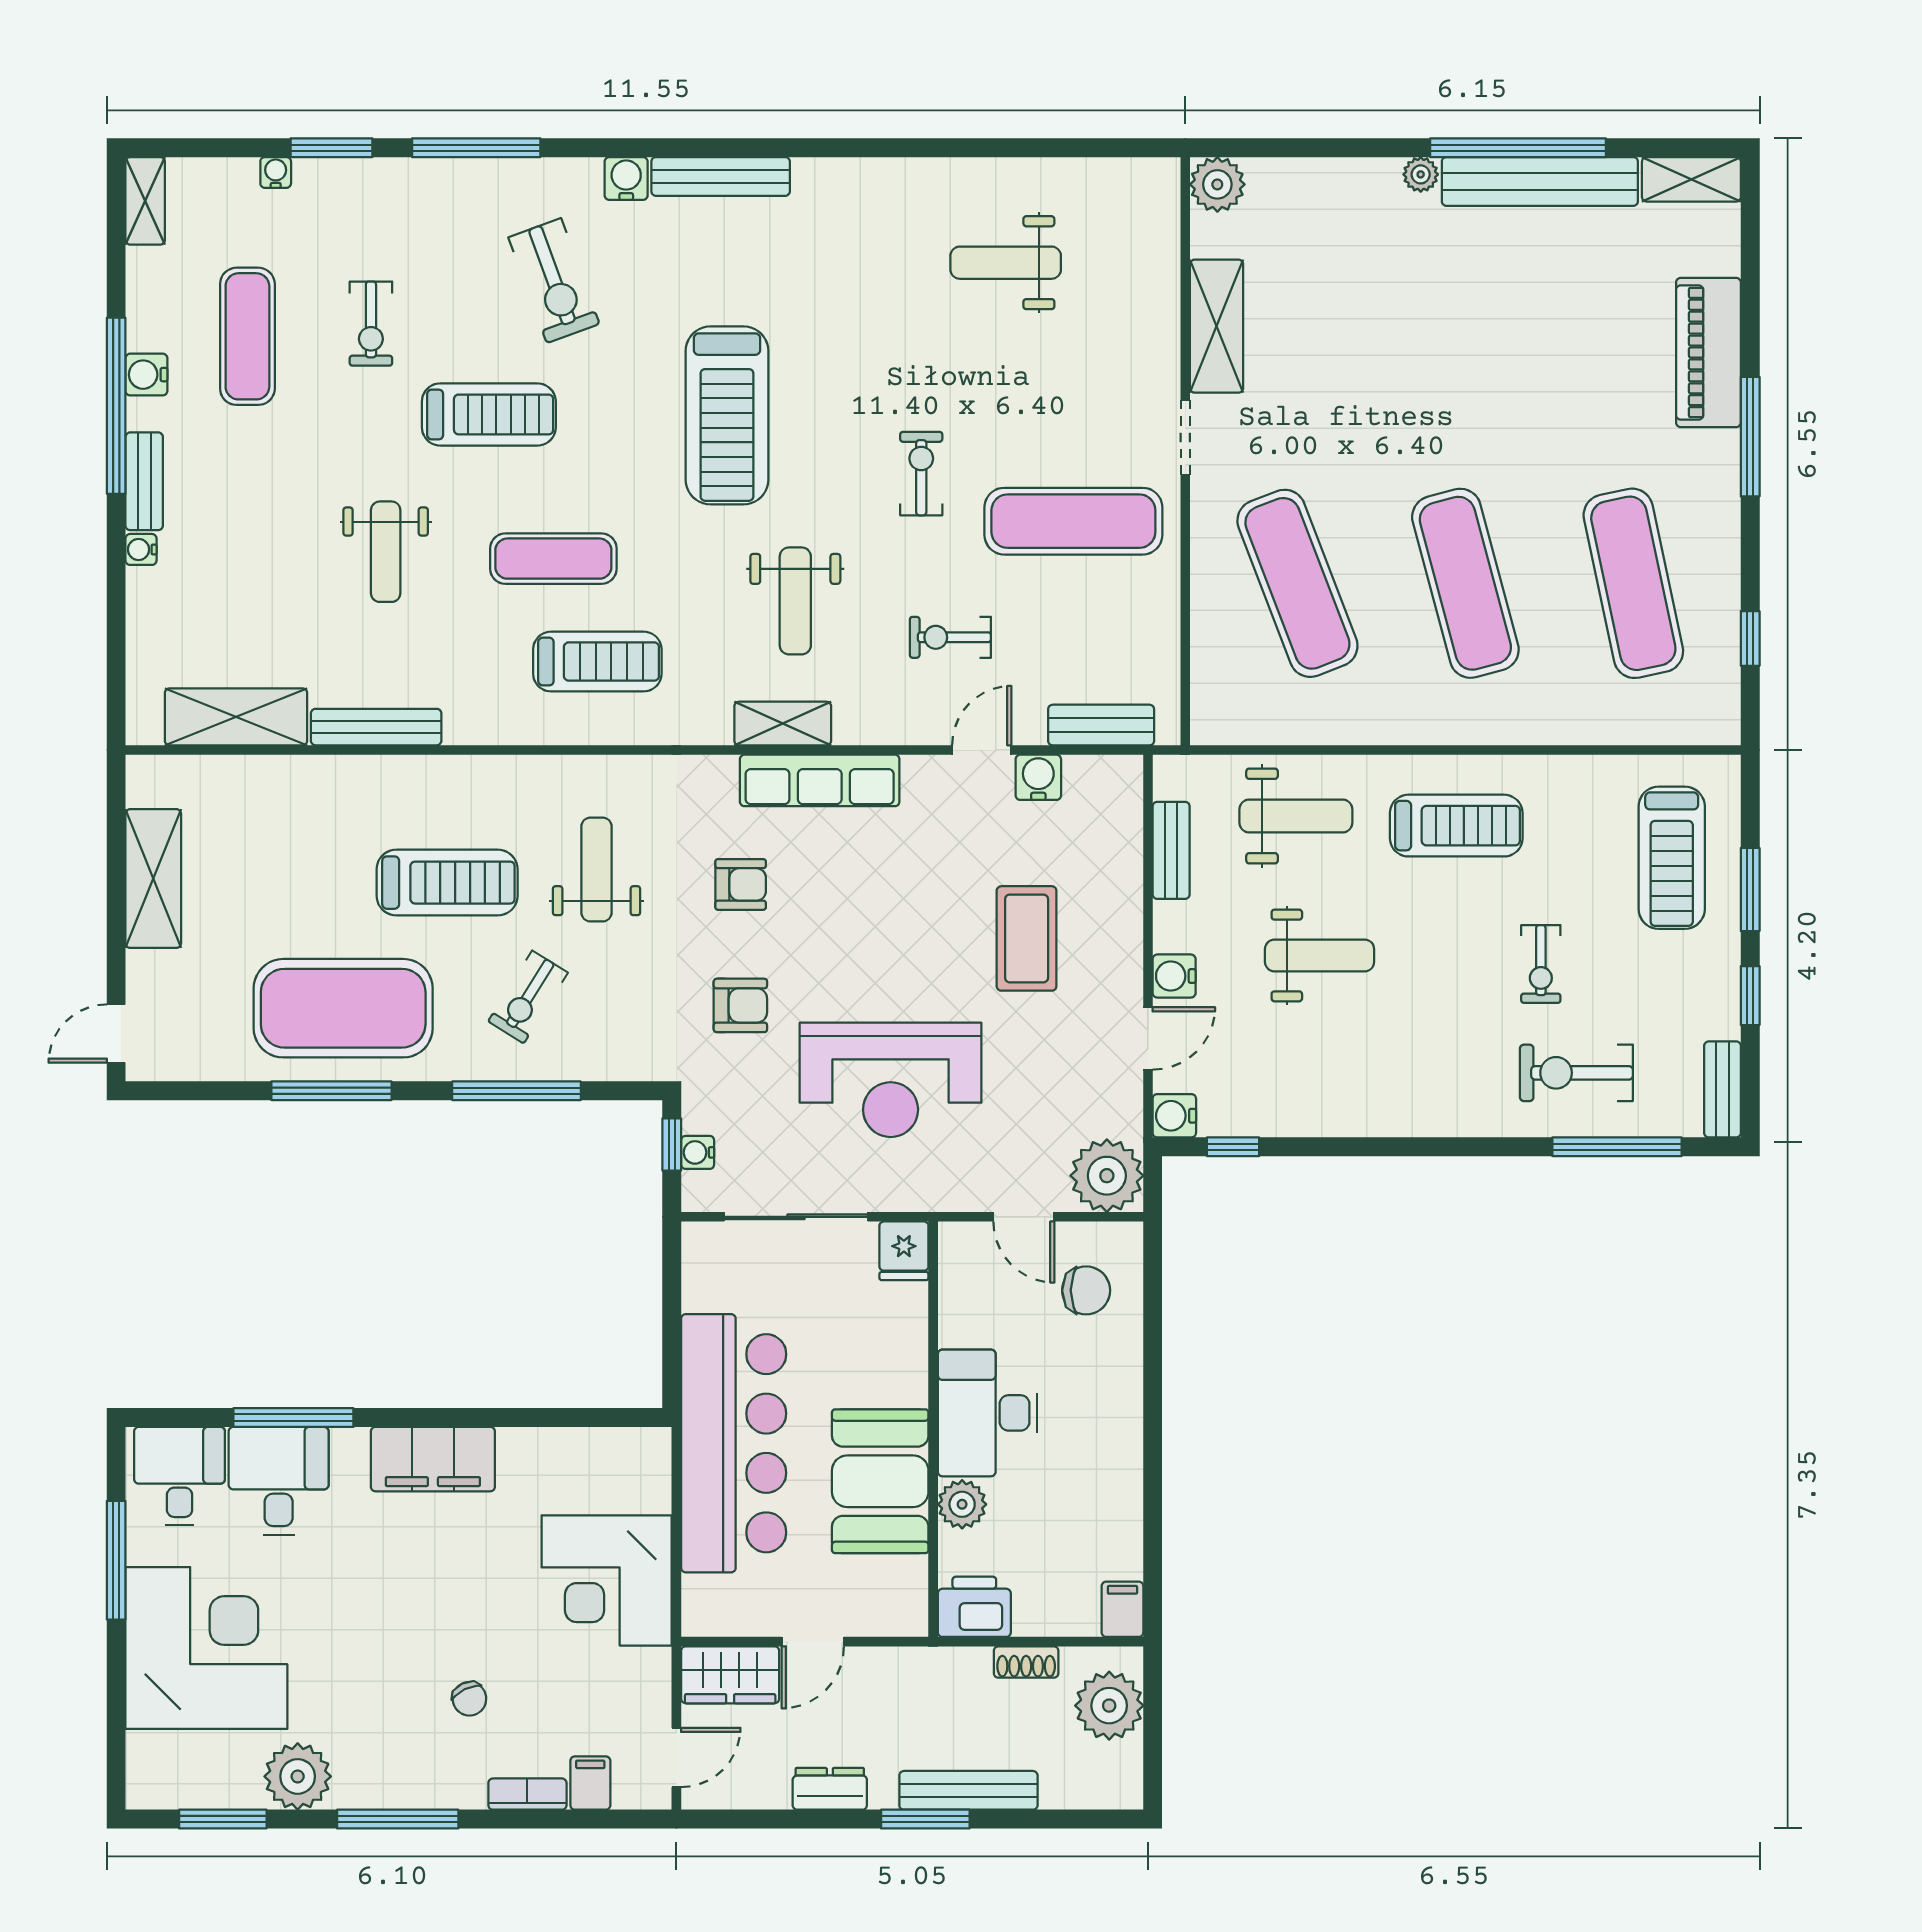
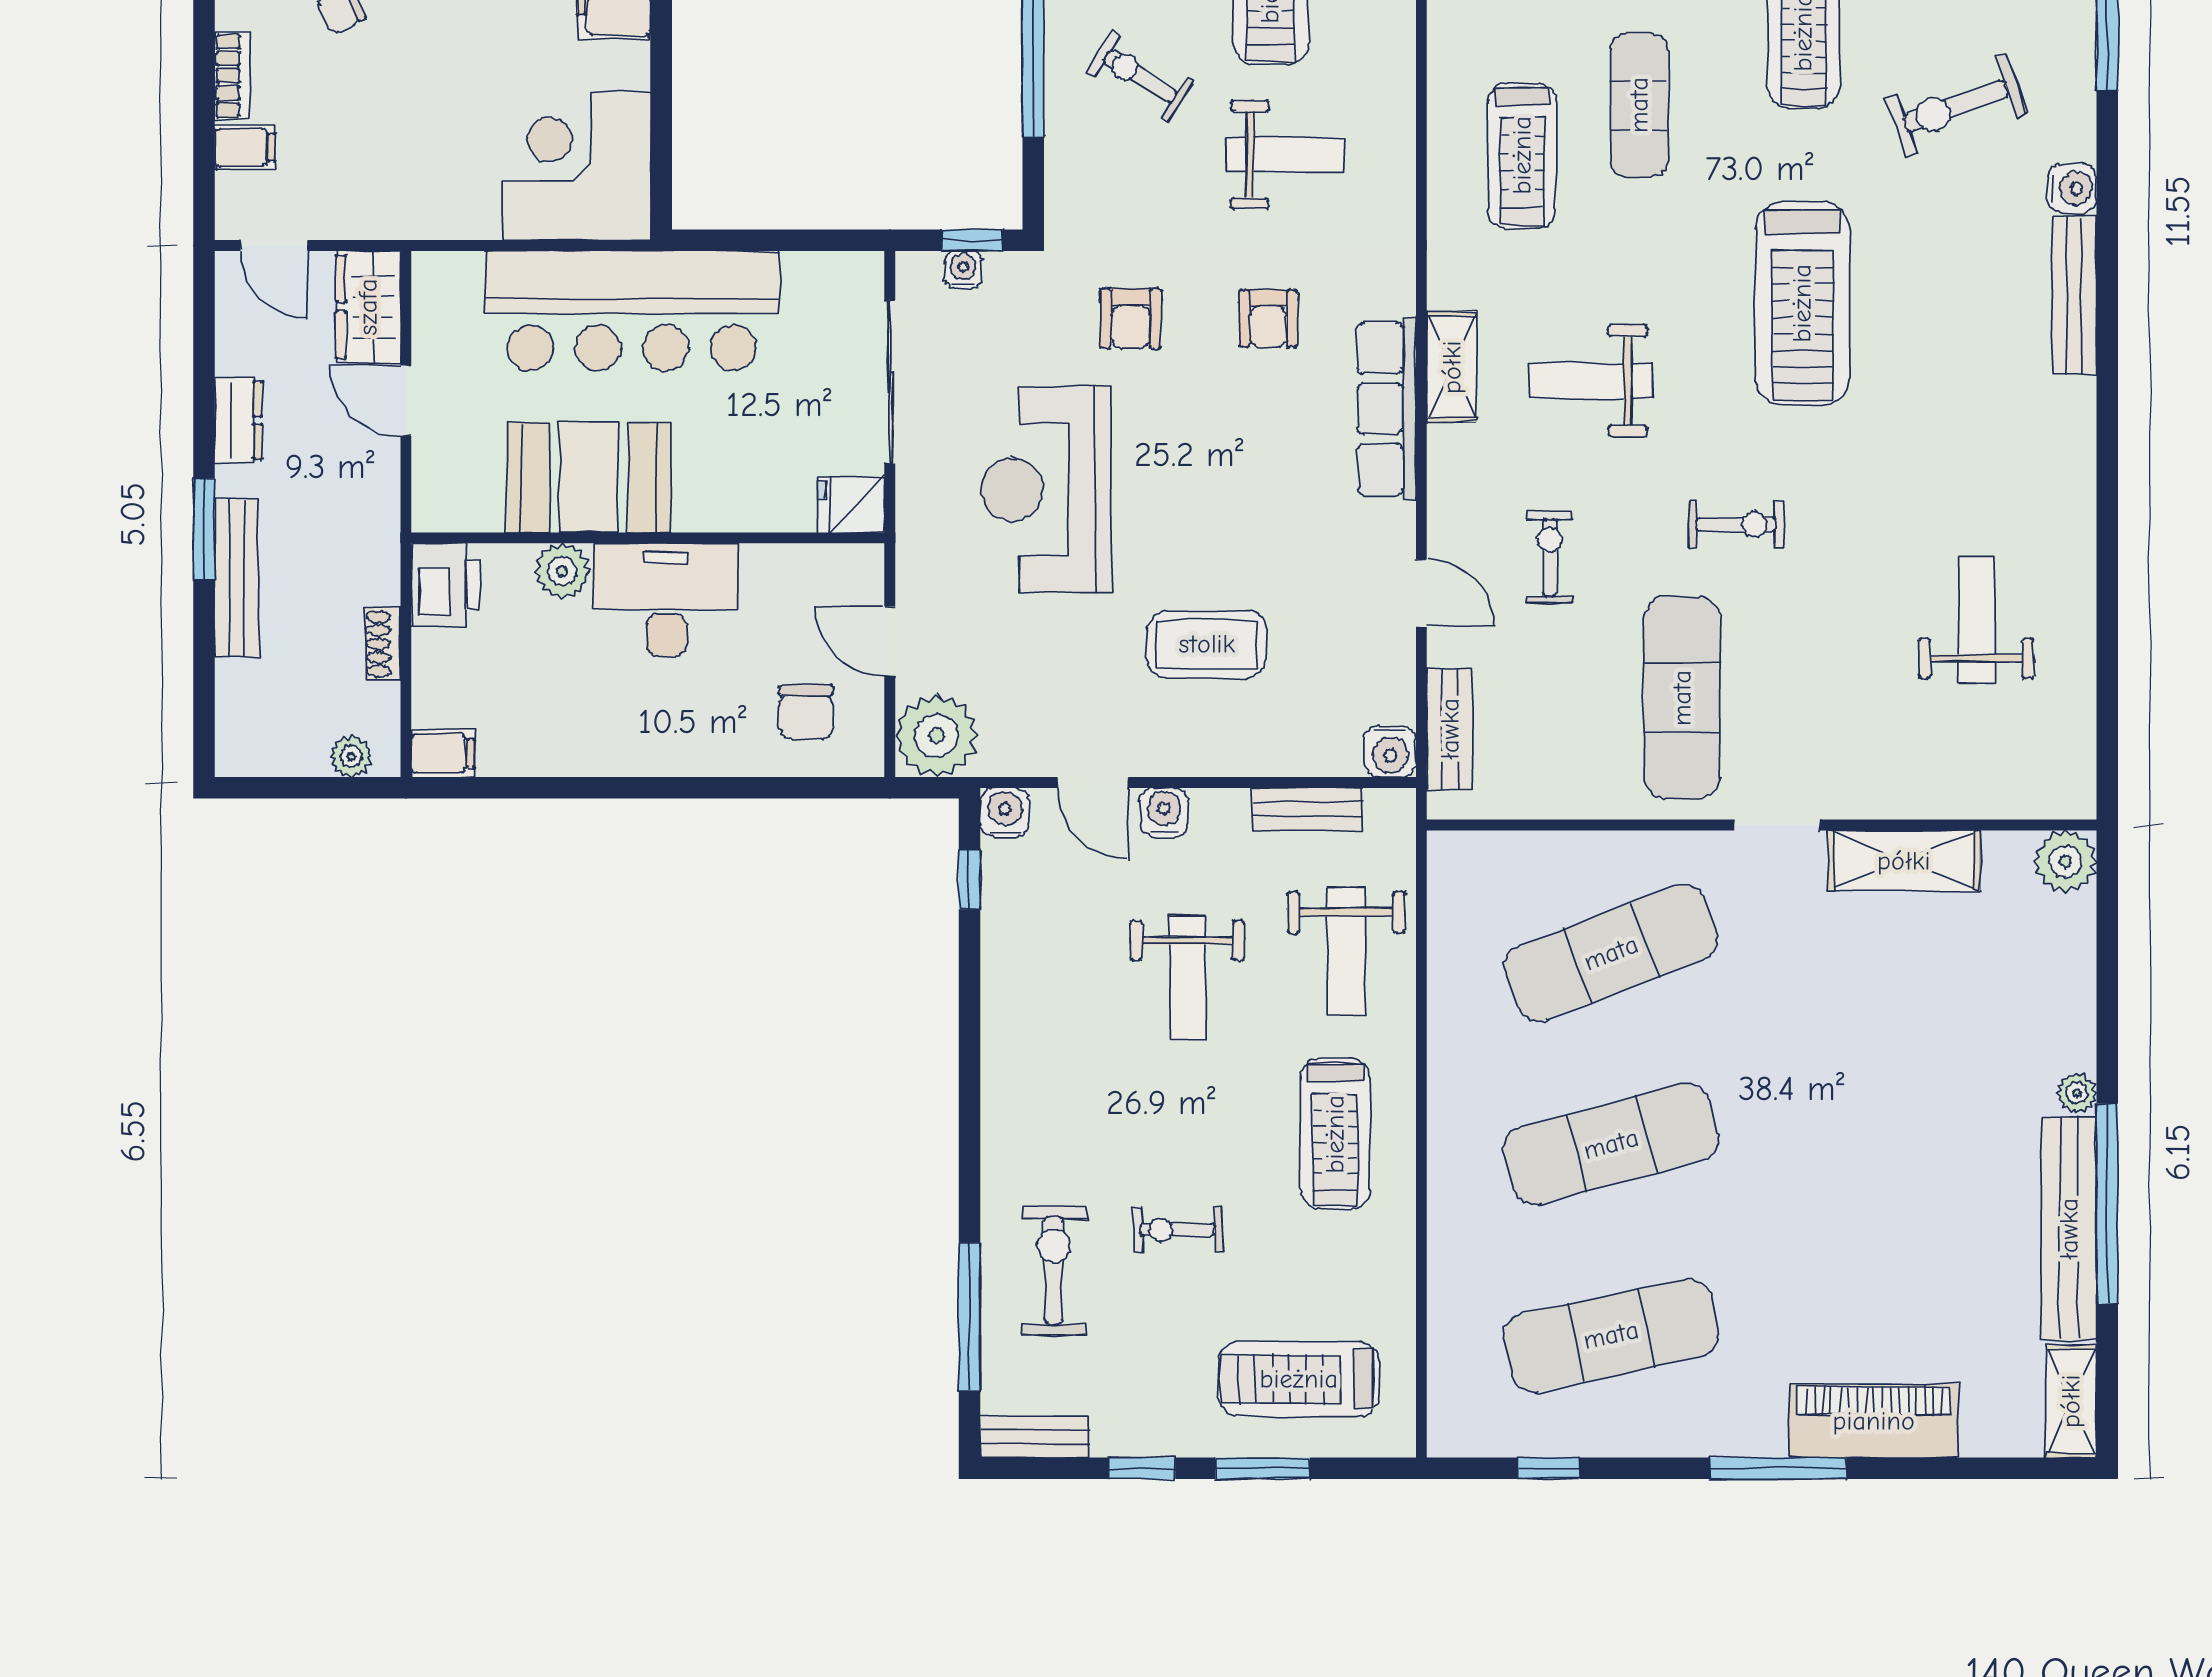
treadmill: (727, 415) -> (1802, 303), turned -90
water cooler: (1038, 777) -> (1390, 751), moved, turned 90
door: (1024, 1217) -> (890, 641), hinge flipped
corner desk: (607, 1580) -> (576, 166), moved
plant: (1109, 1706) -> (351, 756), width x0.53, depth x0.53

